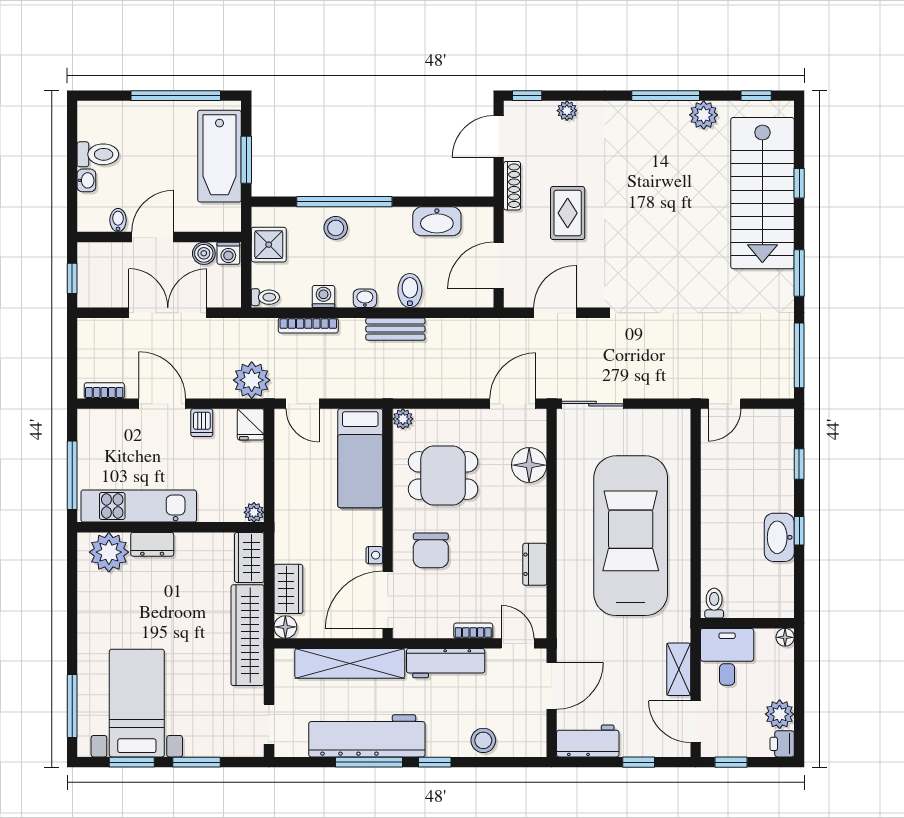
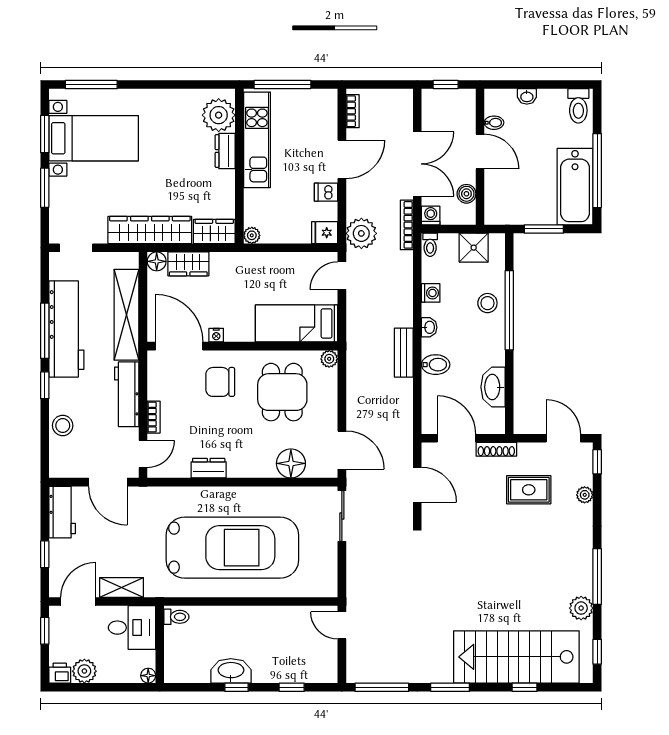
toilet: (98, 154) -> (578, 106), moved
bathtub: (219, 156) -> (575, 187), moved, turned -90
shoe rack: (512, 186) -> (496, 449), moved
rug: (568, 213) -> (529, 490), moved
washing machine: (228, 253) -> (431, 215), moved, turned 90
bookcase: (308, 325) -> (407, 225), moved

